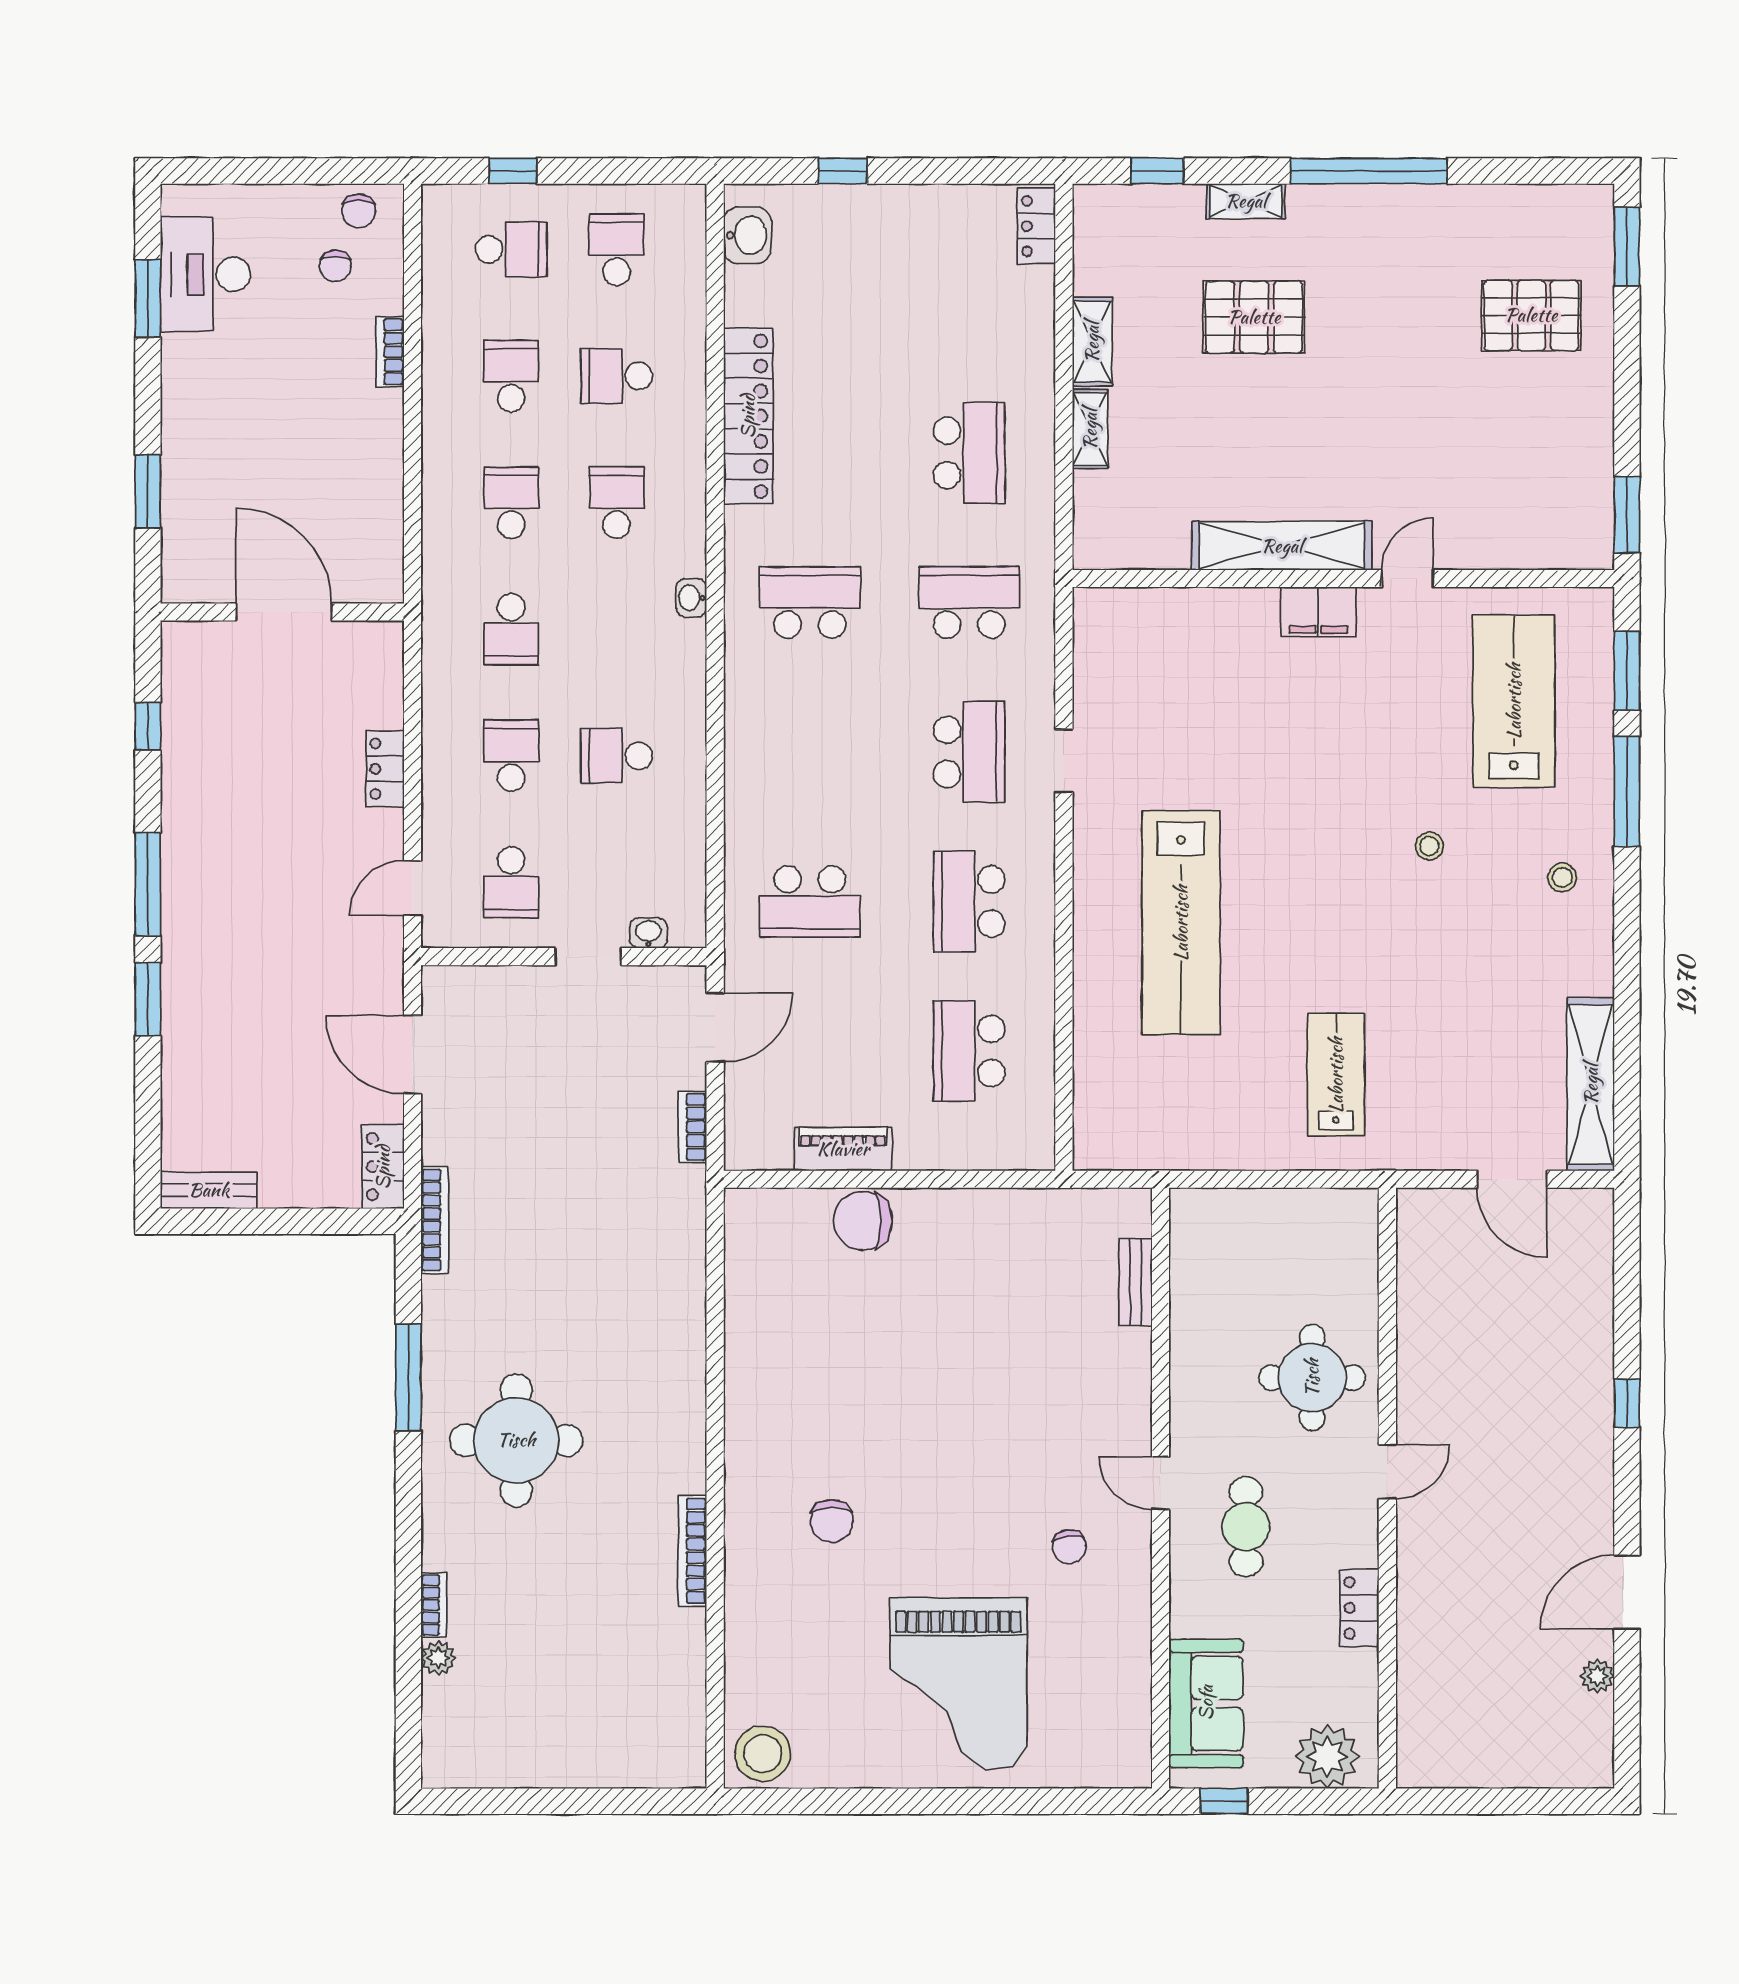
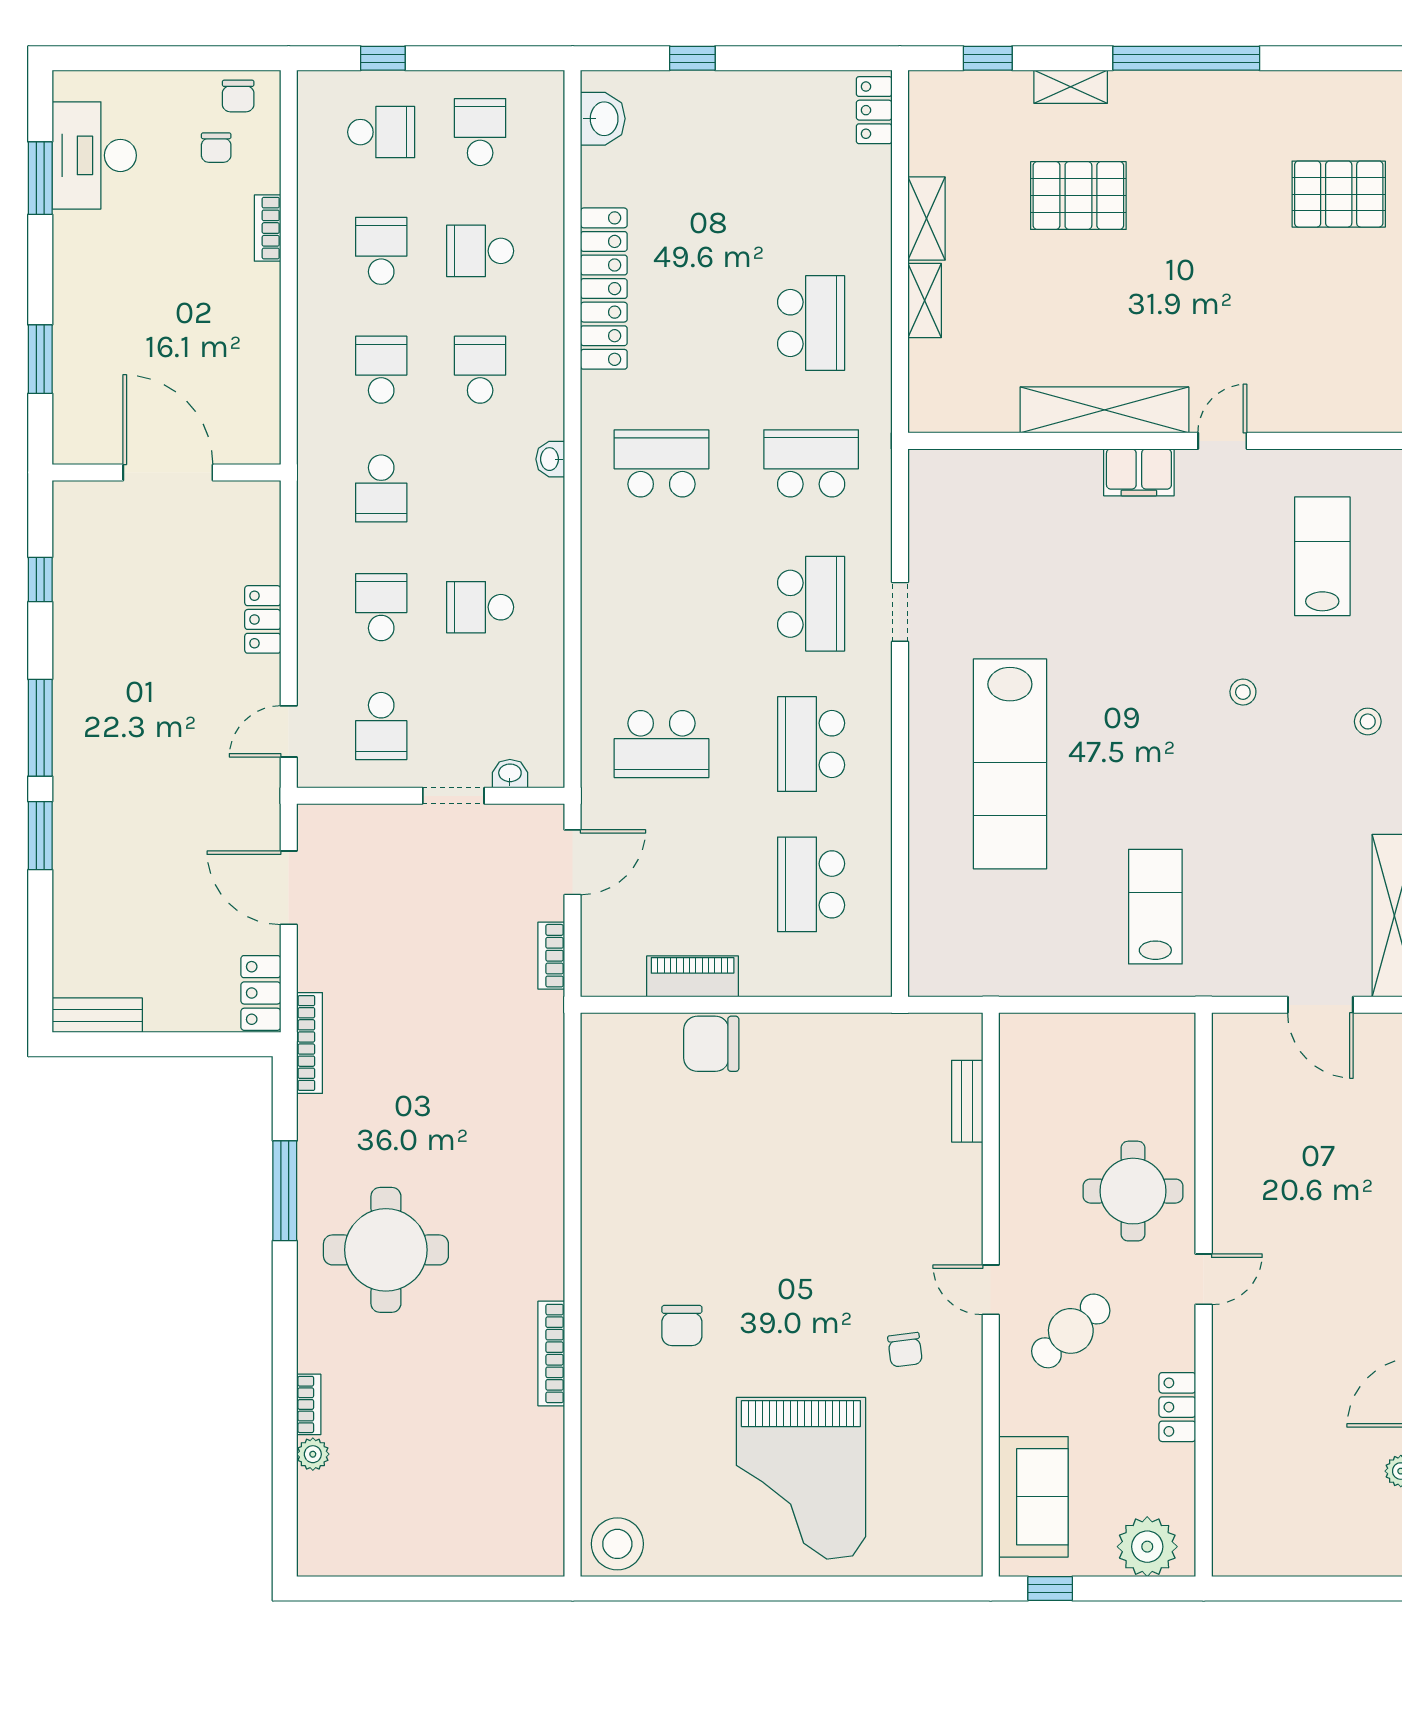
lab bench: (1514, 701) -> (1322, 556), width x0.73, depth x0.72
cafe table: (1246, 1527) -> (1071, 1331), turned 48

